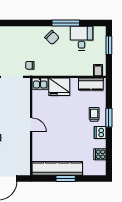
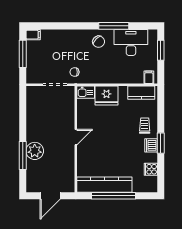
desk: (82, 38) -> (131, 42), width x1.37
window: (109, 118) -> (161, 143), moved
door: (31, 125) -> (76, 137), hinge flipped
window: (66, 179) -> (114, 196), width x2.11

